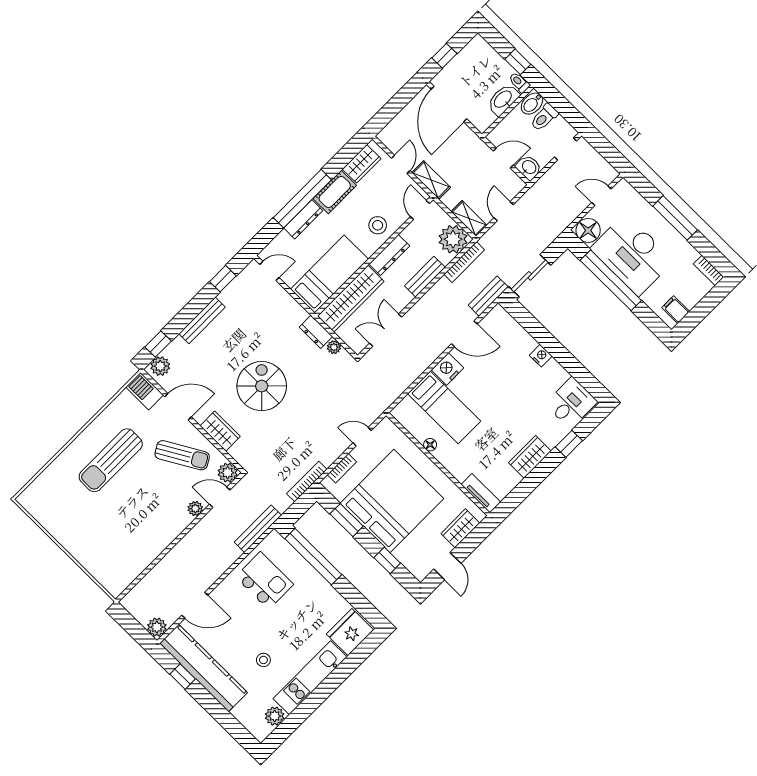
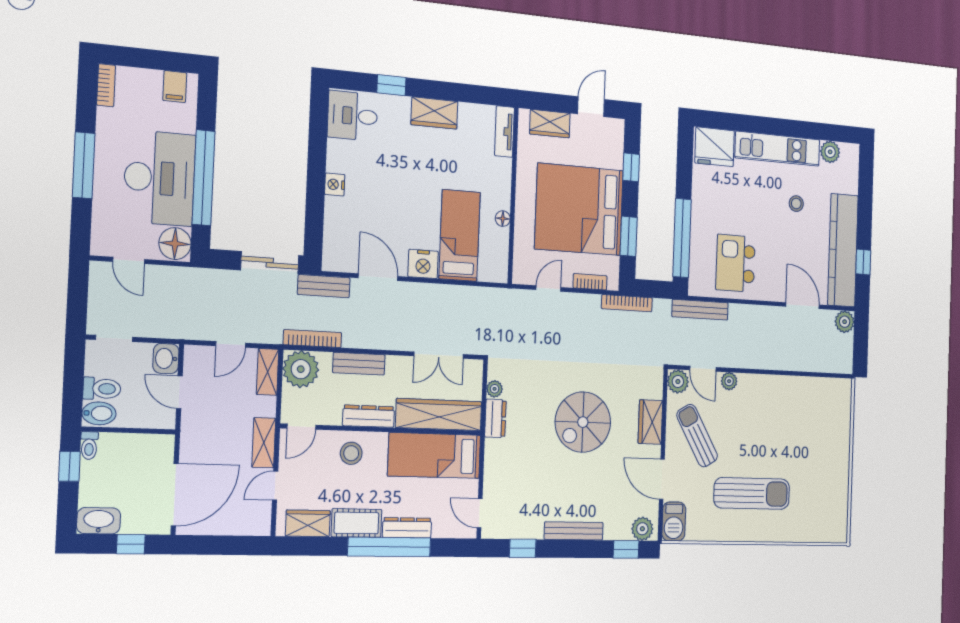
washbasin: (503, 100) -> (99, 521), moved, turned 180
door: (362, 437) -> (548, 289), swing flipped

